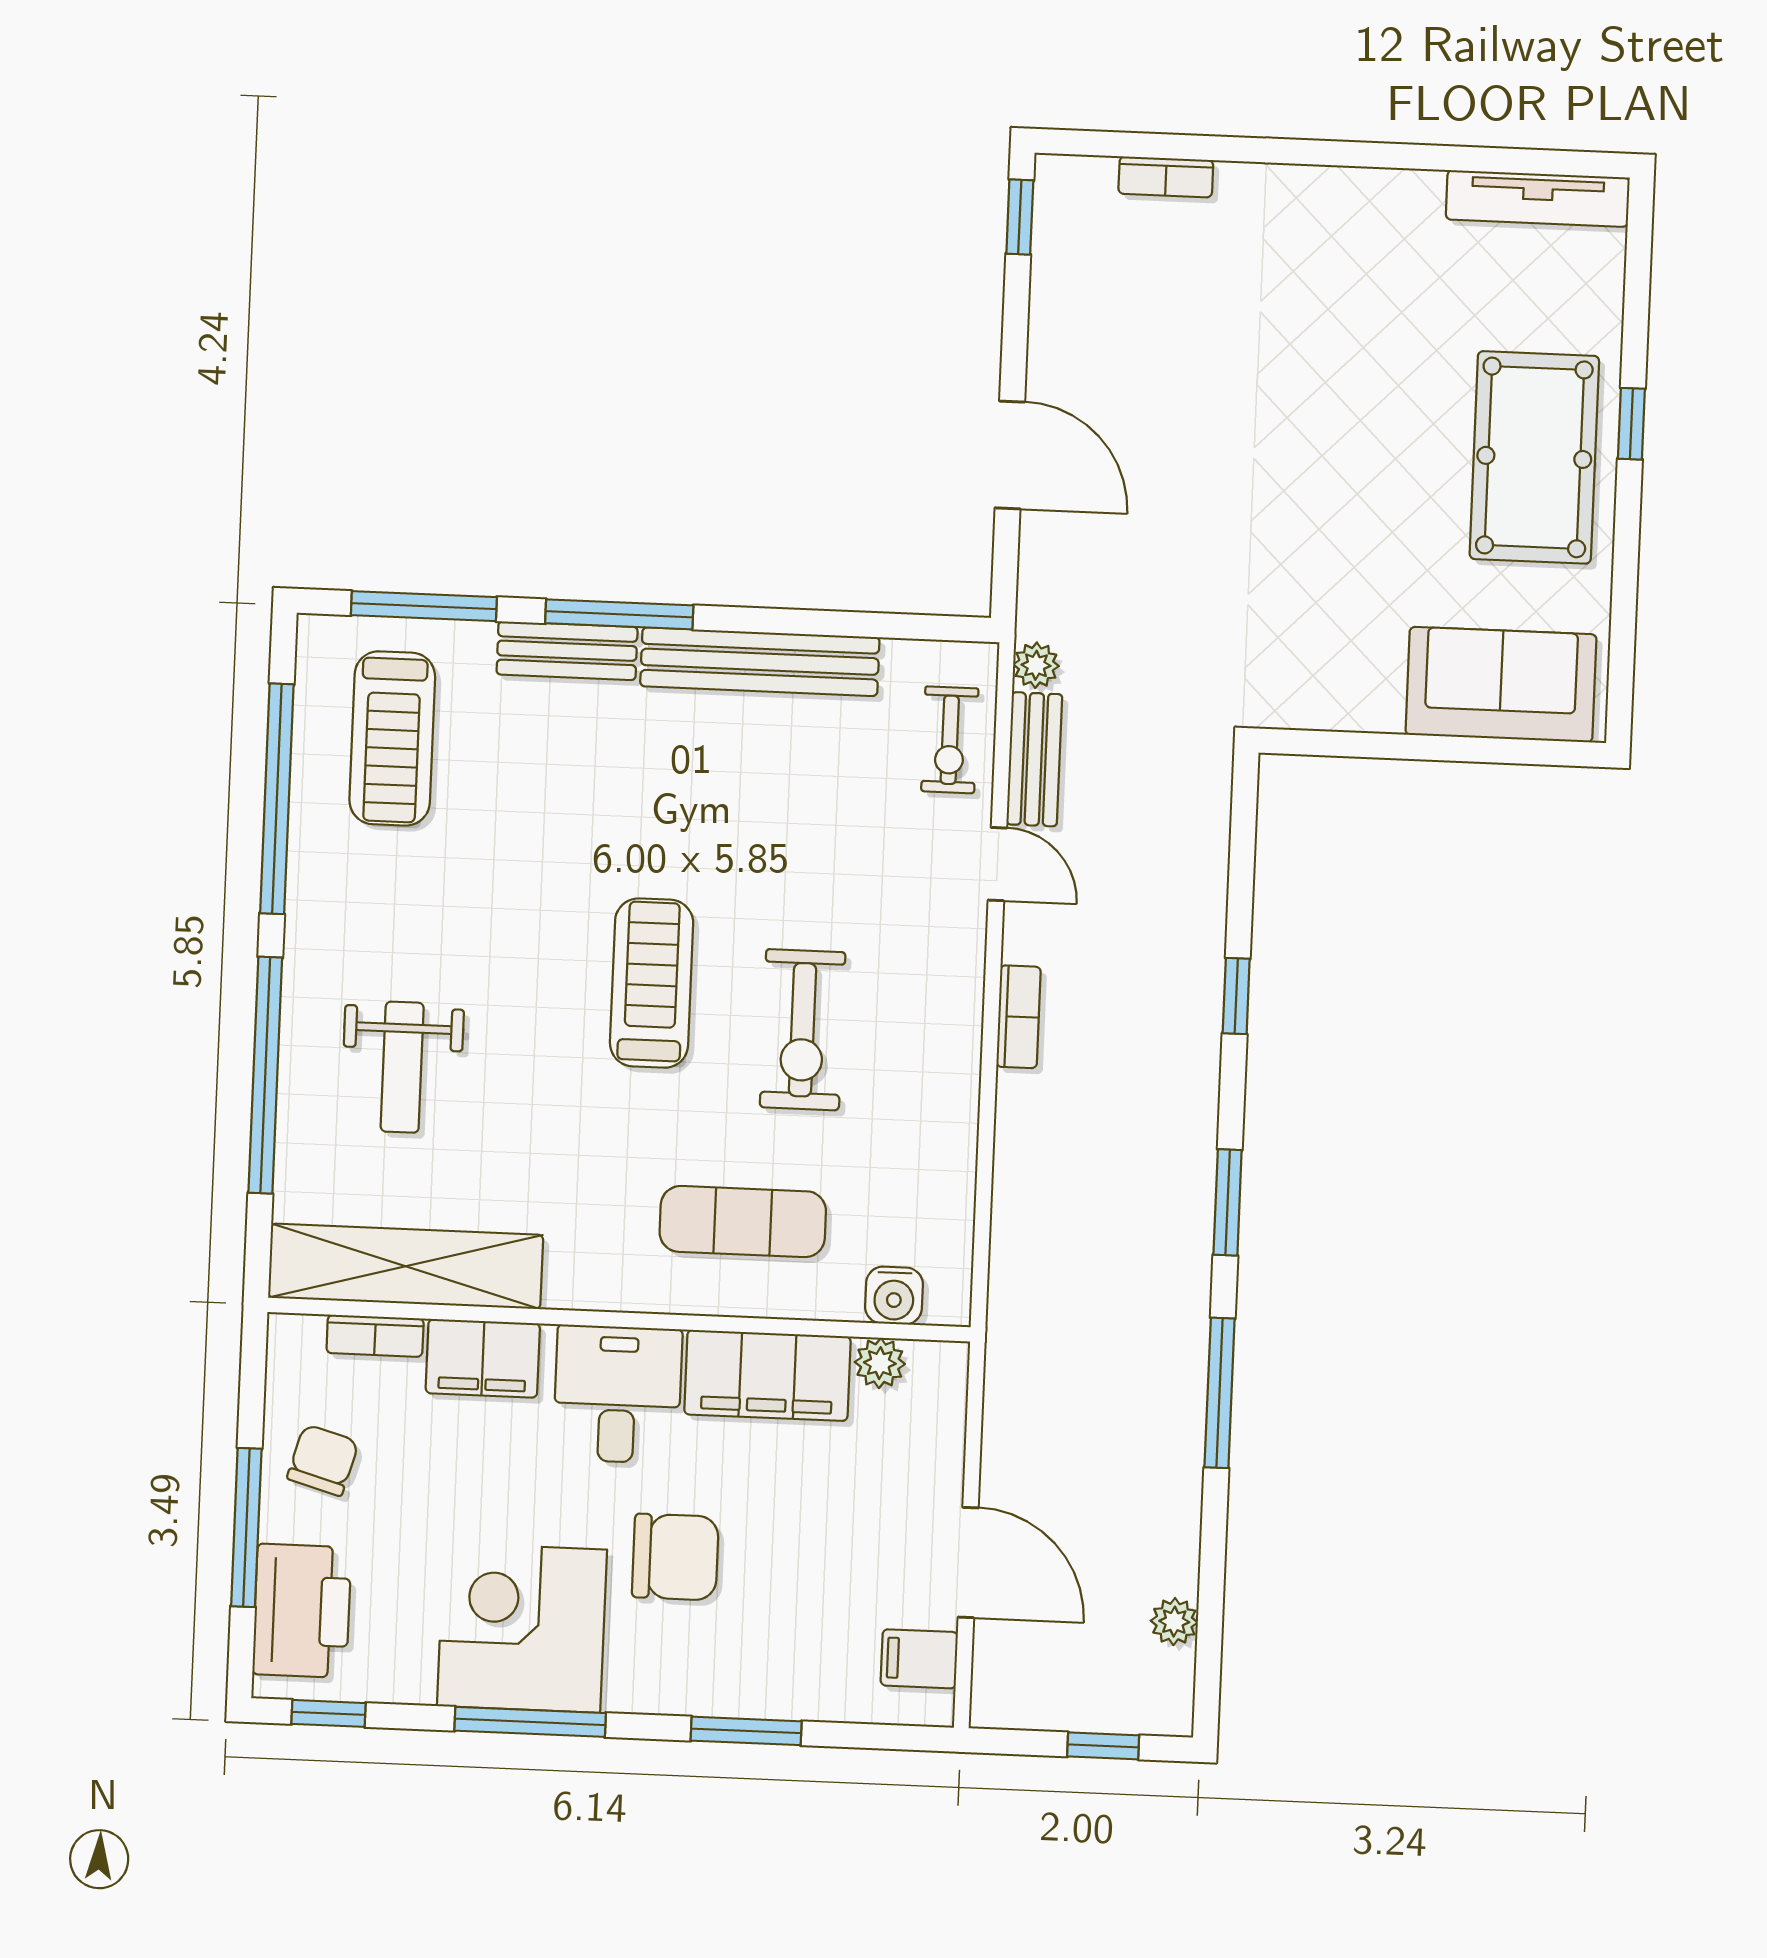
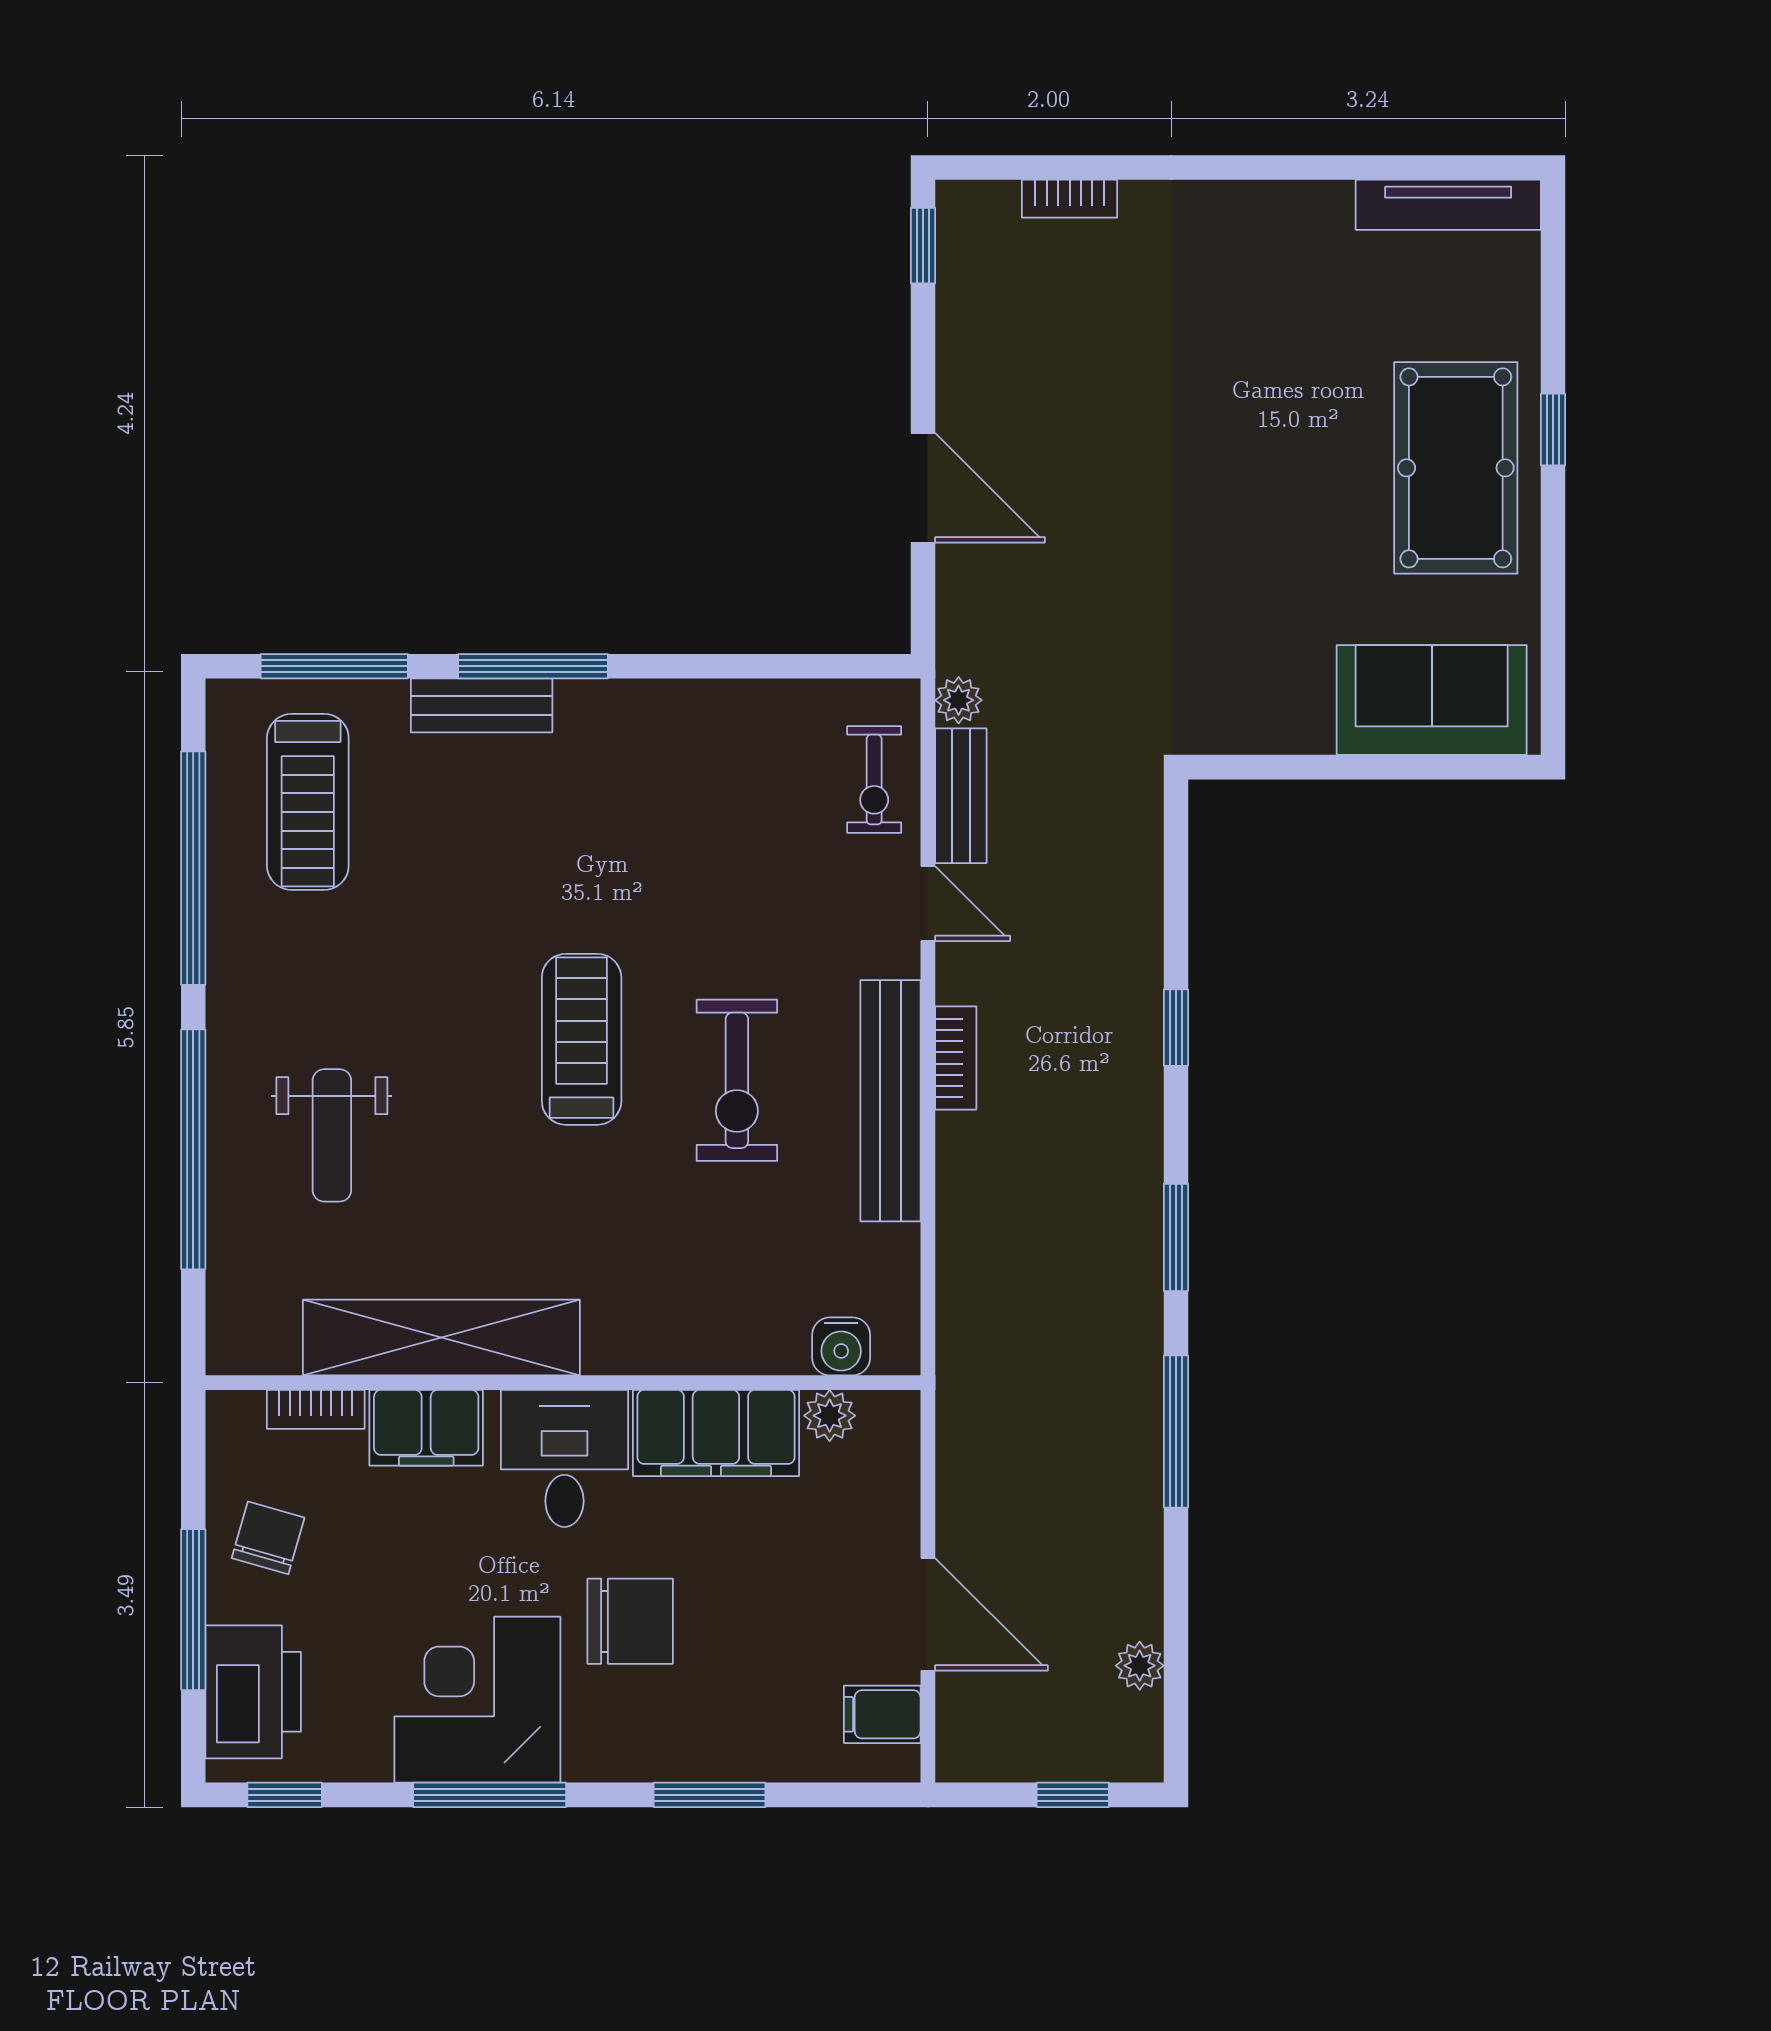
bench: (760, 662) -> (891, 1101), moved, turned 90
exercise mat: (743, 1222) -> (684, 1278), removed
shelving: (406, 1266) -> (441, 1338), moved

